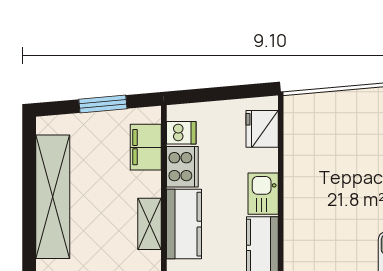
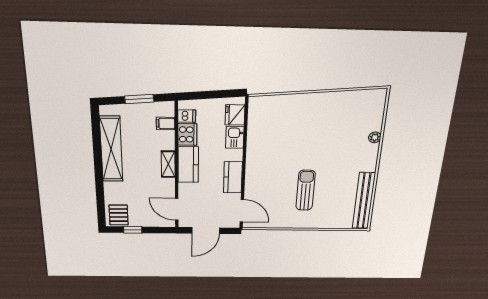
filing cabinet: (146, 147) -> (166, 123), width x0.50
kitchen sink: (263, 194) -> (235, 137), moved

